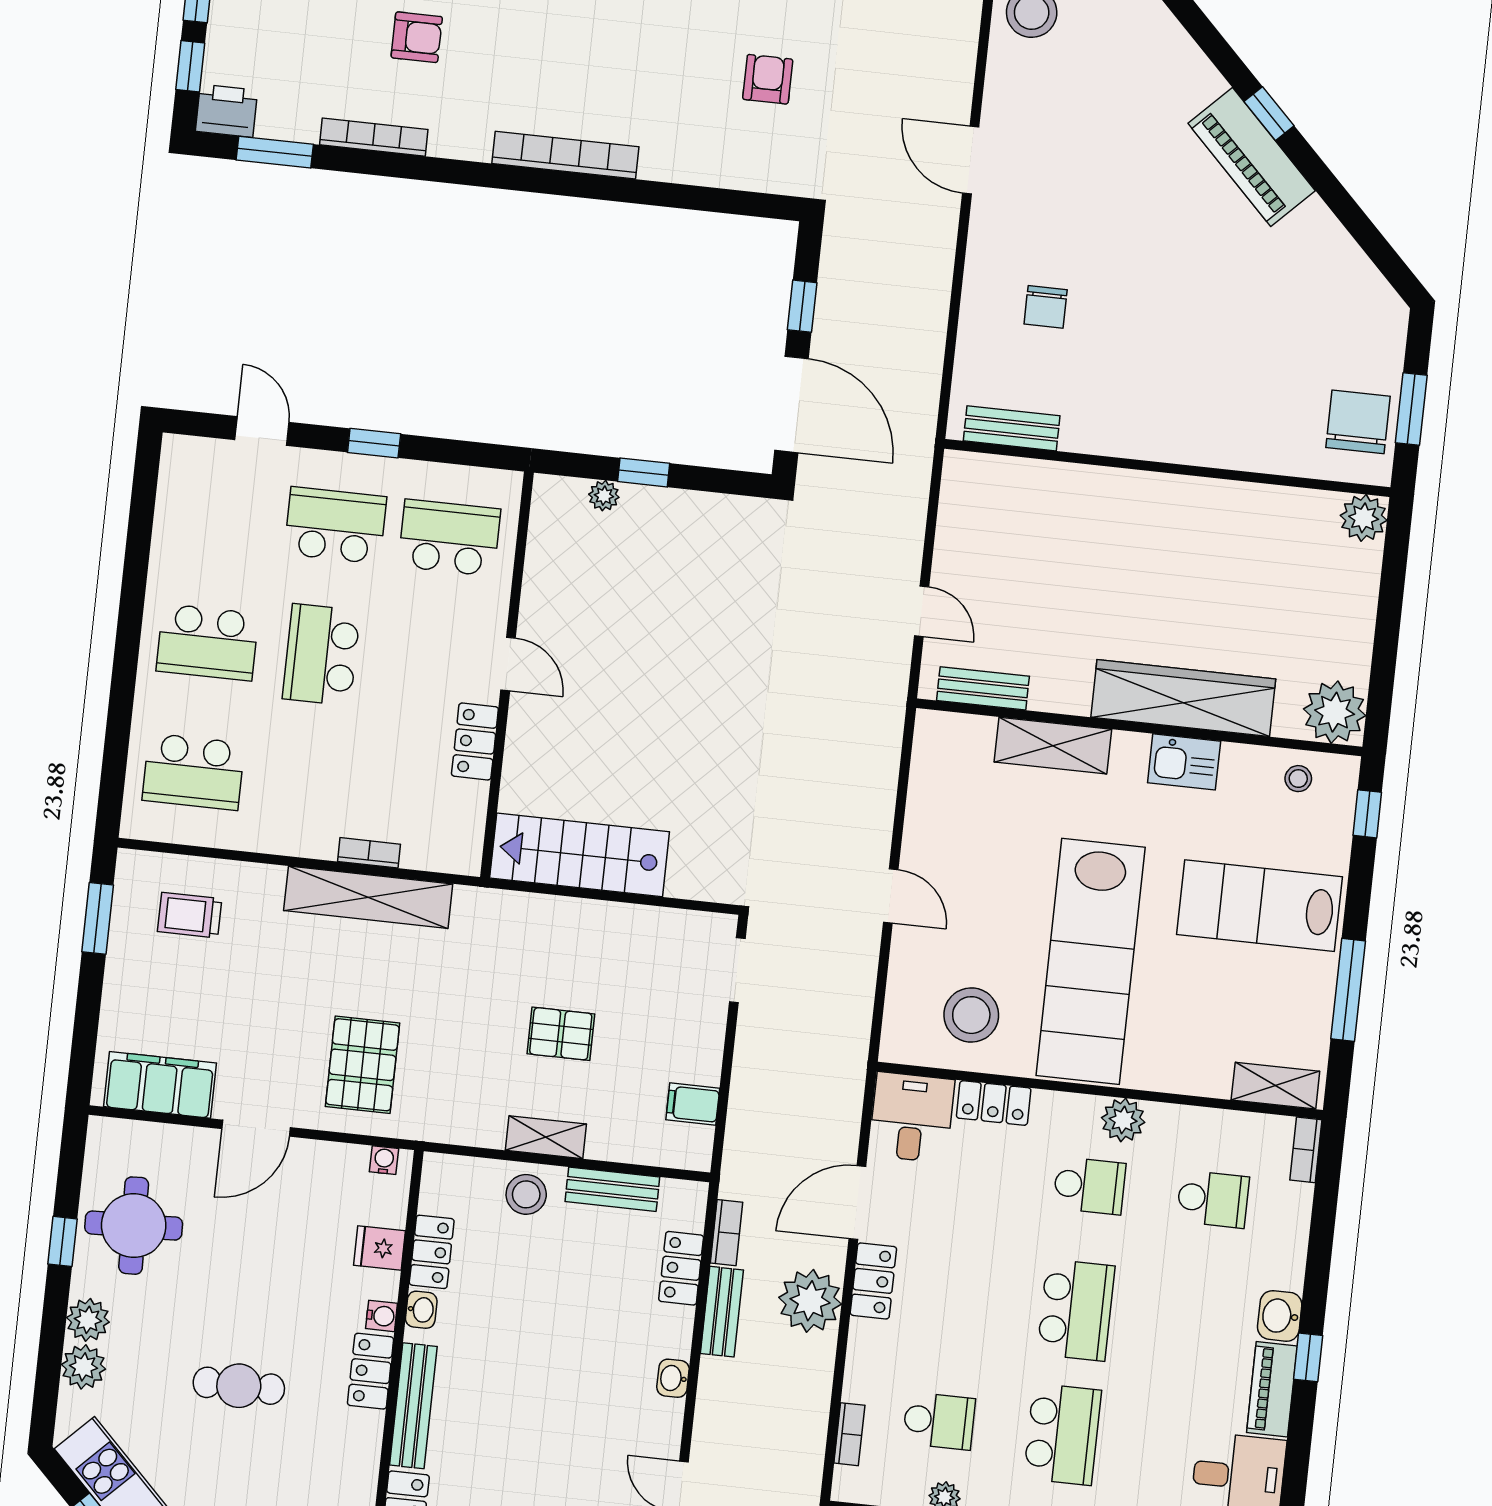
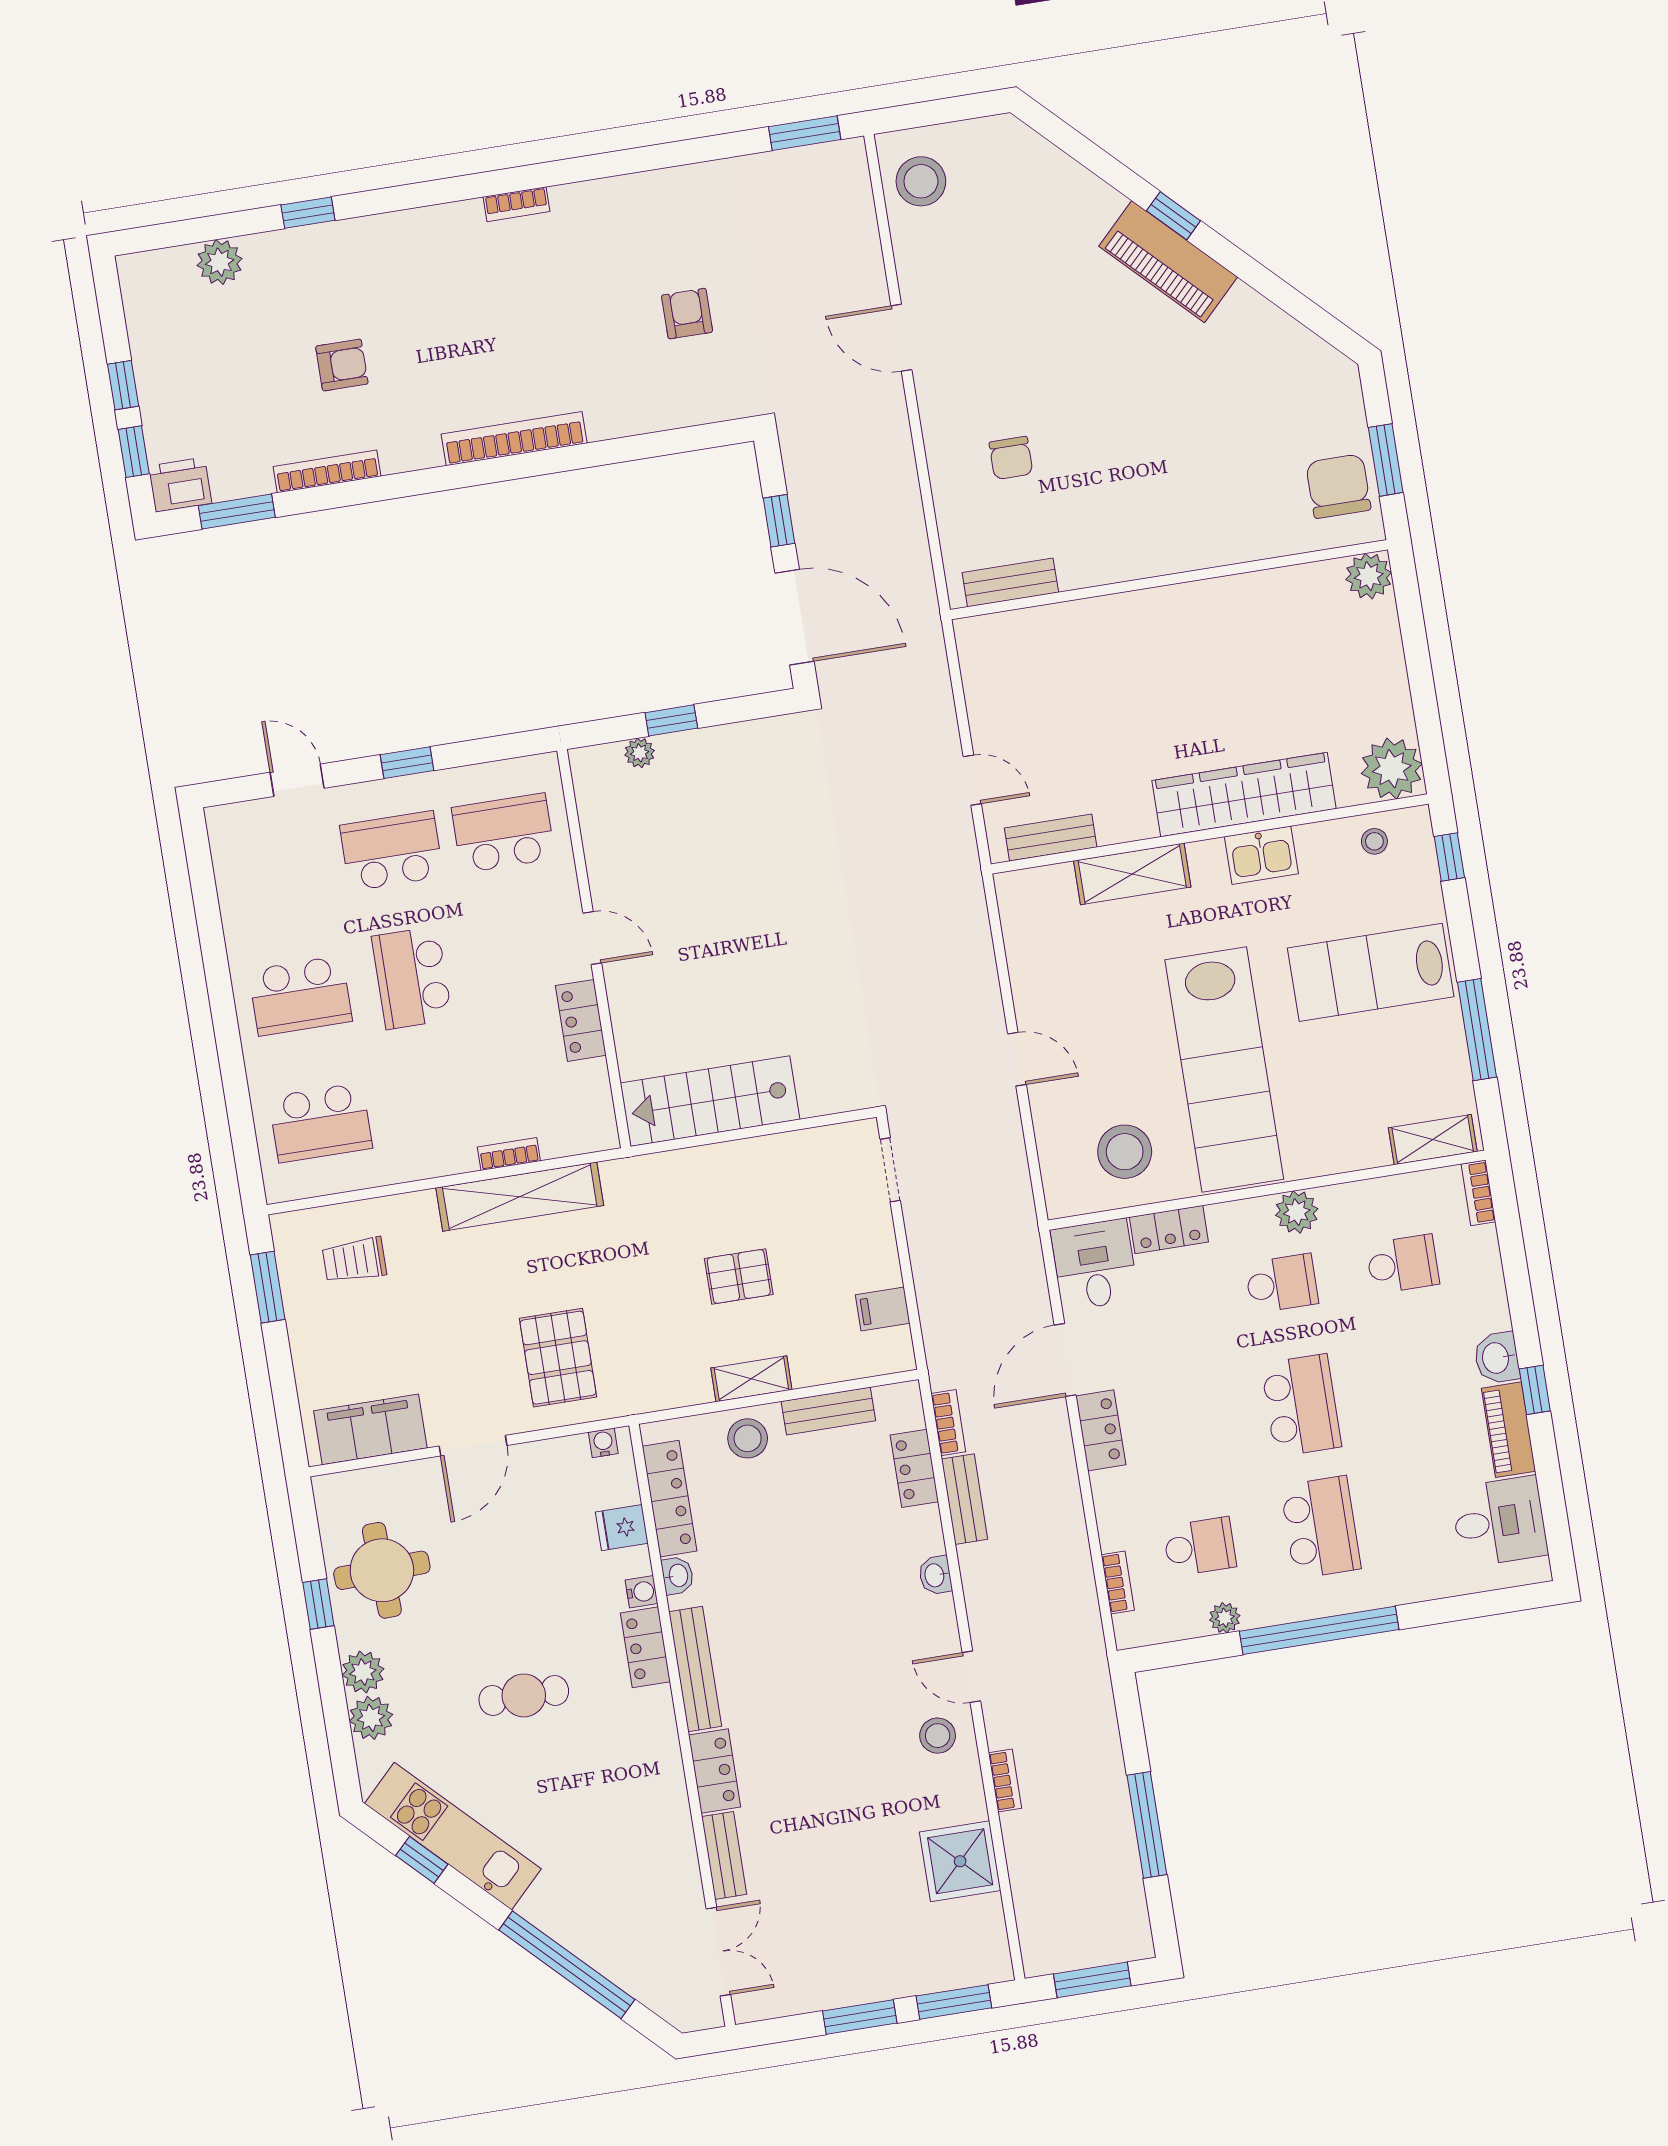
locker: (432, 1252) -> (669, 1499), width x1.53
plant: (810, 1301) -> (1046, 1466), removed

